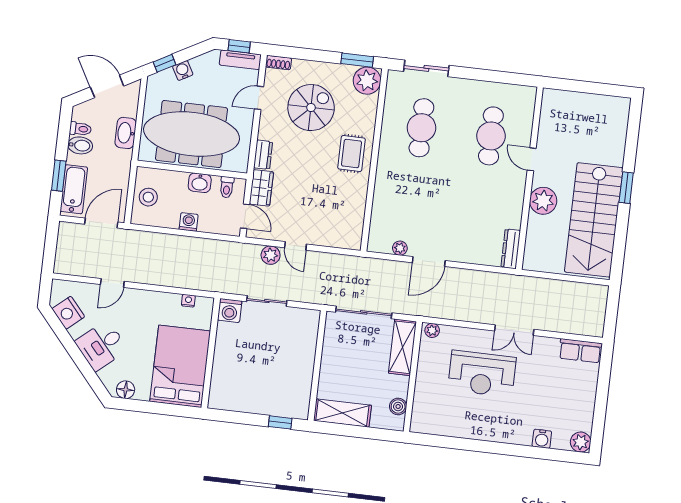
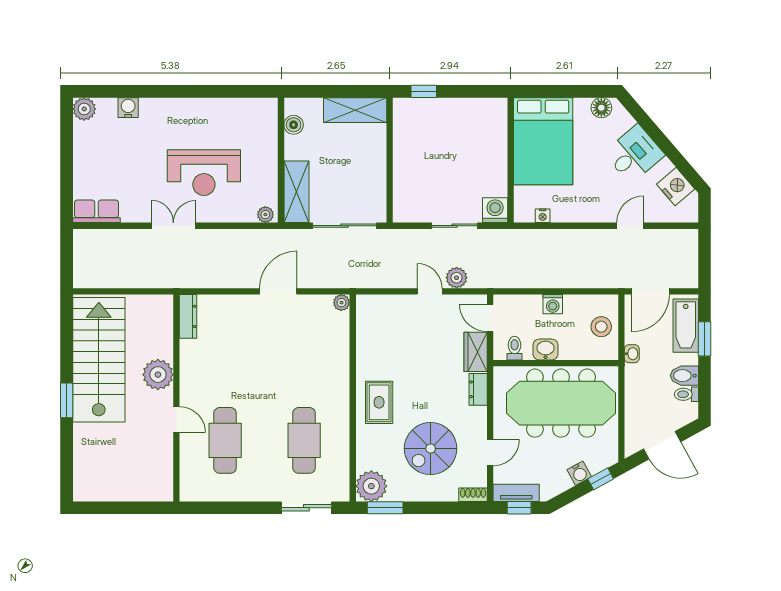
washbasin: (126, 133) -> (632, 354), moved, width x0.52, depth x0.69
plant: (400, 248) -> (341, 303), moved
reception desk: (482, 374) -> (204, 173), turned 180

